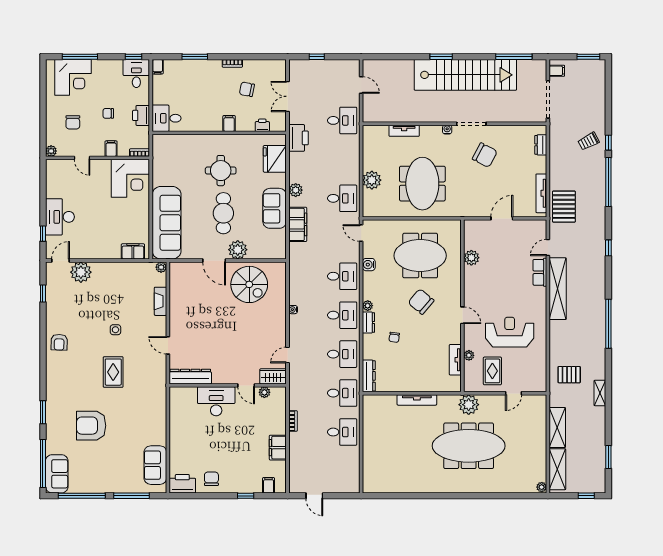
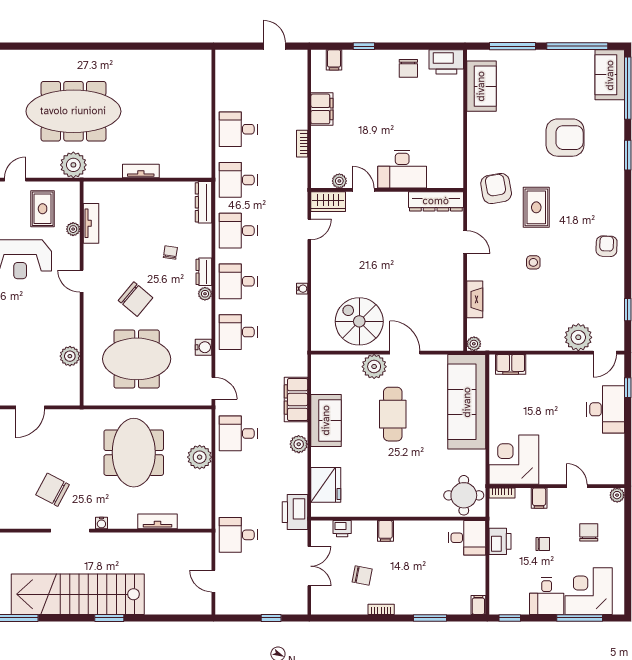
desk: (136, 73) -> (547, 596), moved
round table: (221, 171) -> (464, 495), moved
armchair: (144, 386) -> (496, 188), added
tv unit: (417, 400) -> (141, 171), width x0.71

